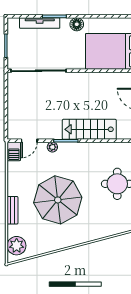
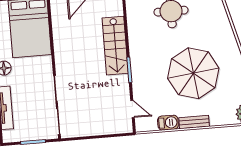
plant: (52, 147) -> (137, 84), removed
barbecue: (14, 151) -> (168, 123), moved
bench: (12, 210) -> (194, 122), moved

